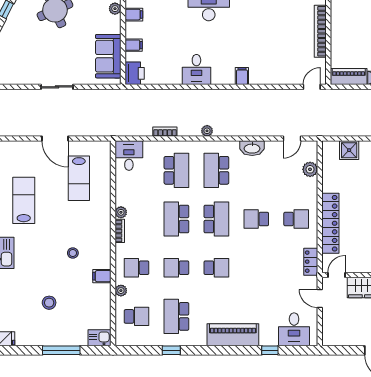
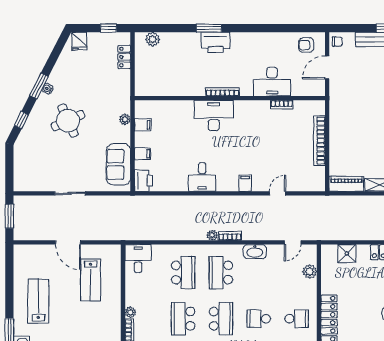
door: (312, 87) -> (278, 193), moved
bookcase: (165, 132) -> (230, 236), moved

